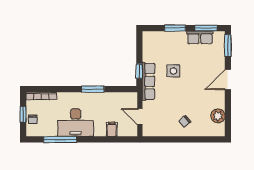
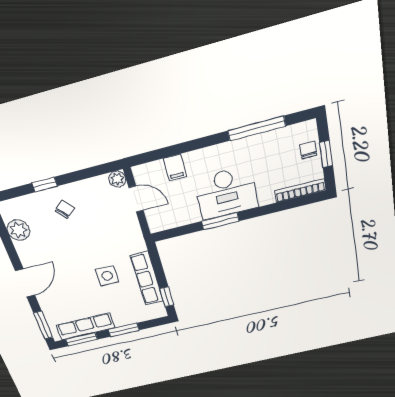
row of seats: (200, 37) -> (86, 326), width x1.48
window: (139, 71) -> (167, 297), moved
row of seats: (148, 81) -> (147, 279), moved
desk: (76, 123) -> (226, 193), moved, turned 180
plant: (147, 131) -> (117, 179), added
window: (191, 139) -> (45, 185), added

